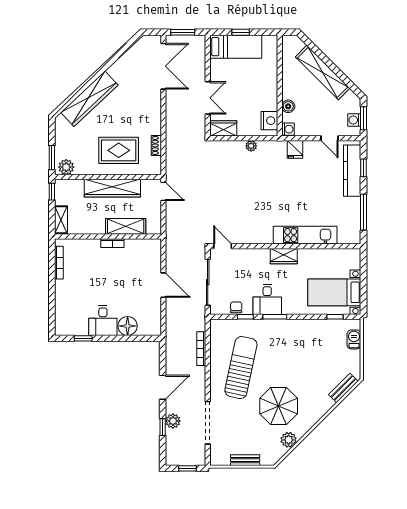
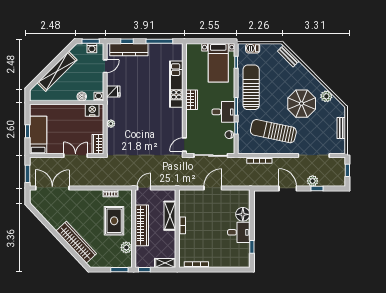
plant: (66, 167) -> (126, 247), moved
sun lounger: (301, 337) -> (251, 87), added

